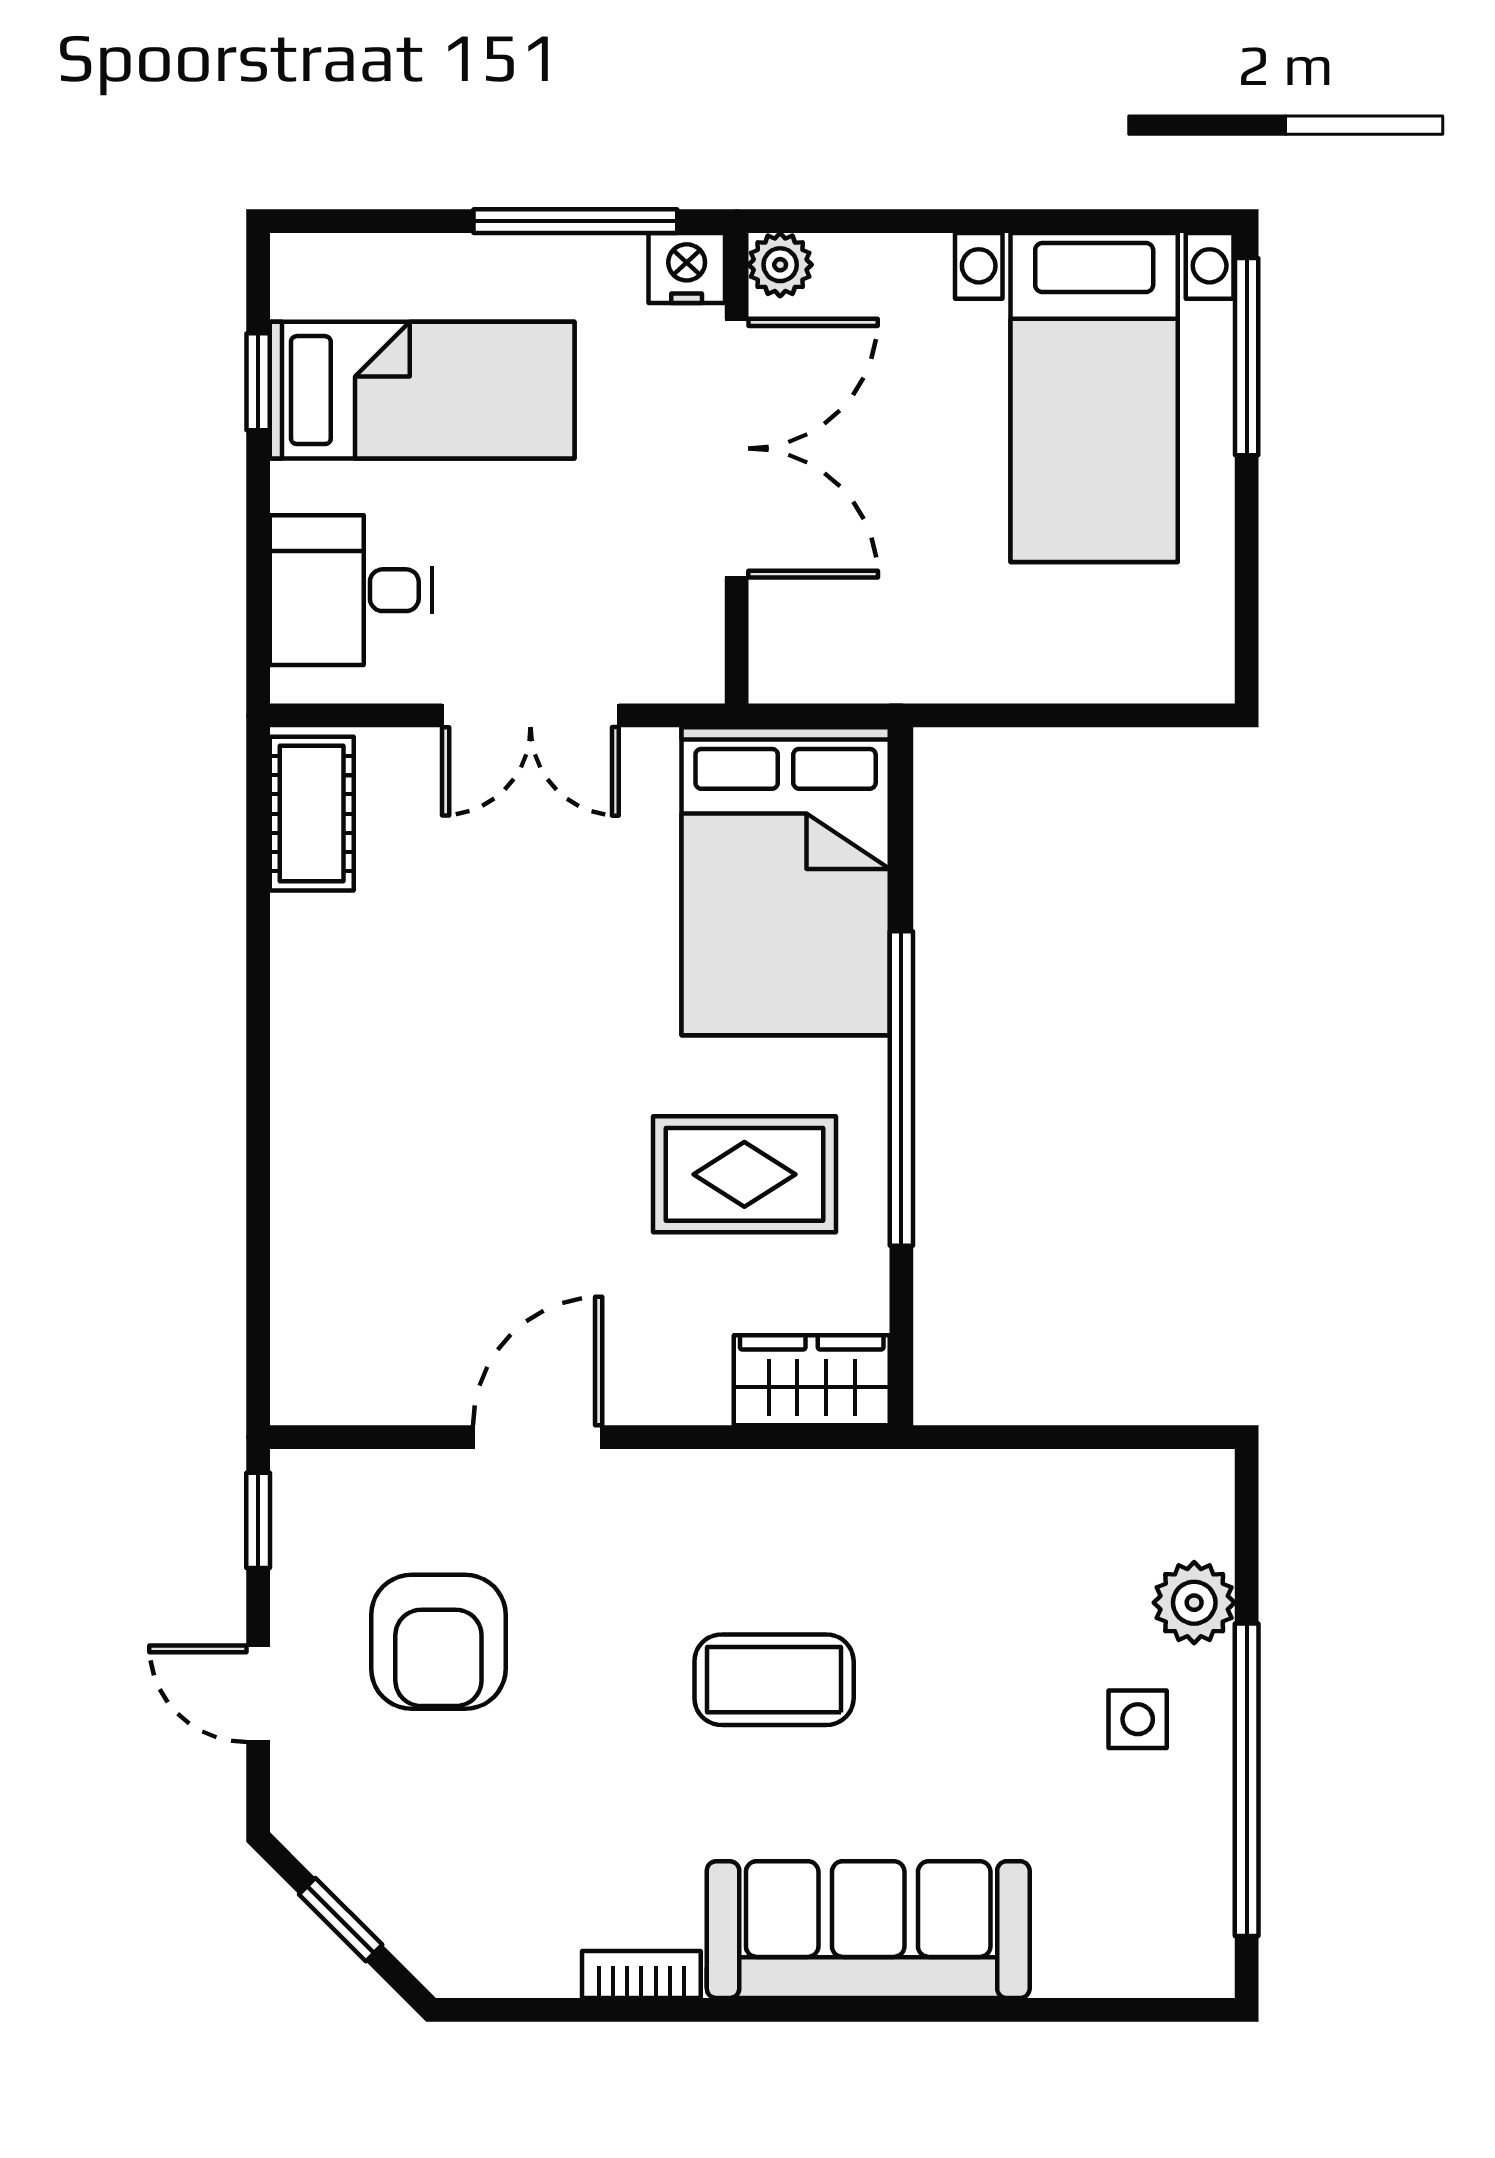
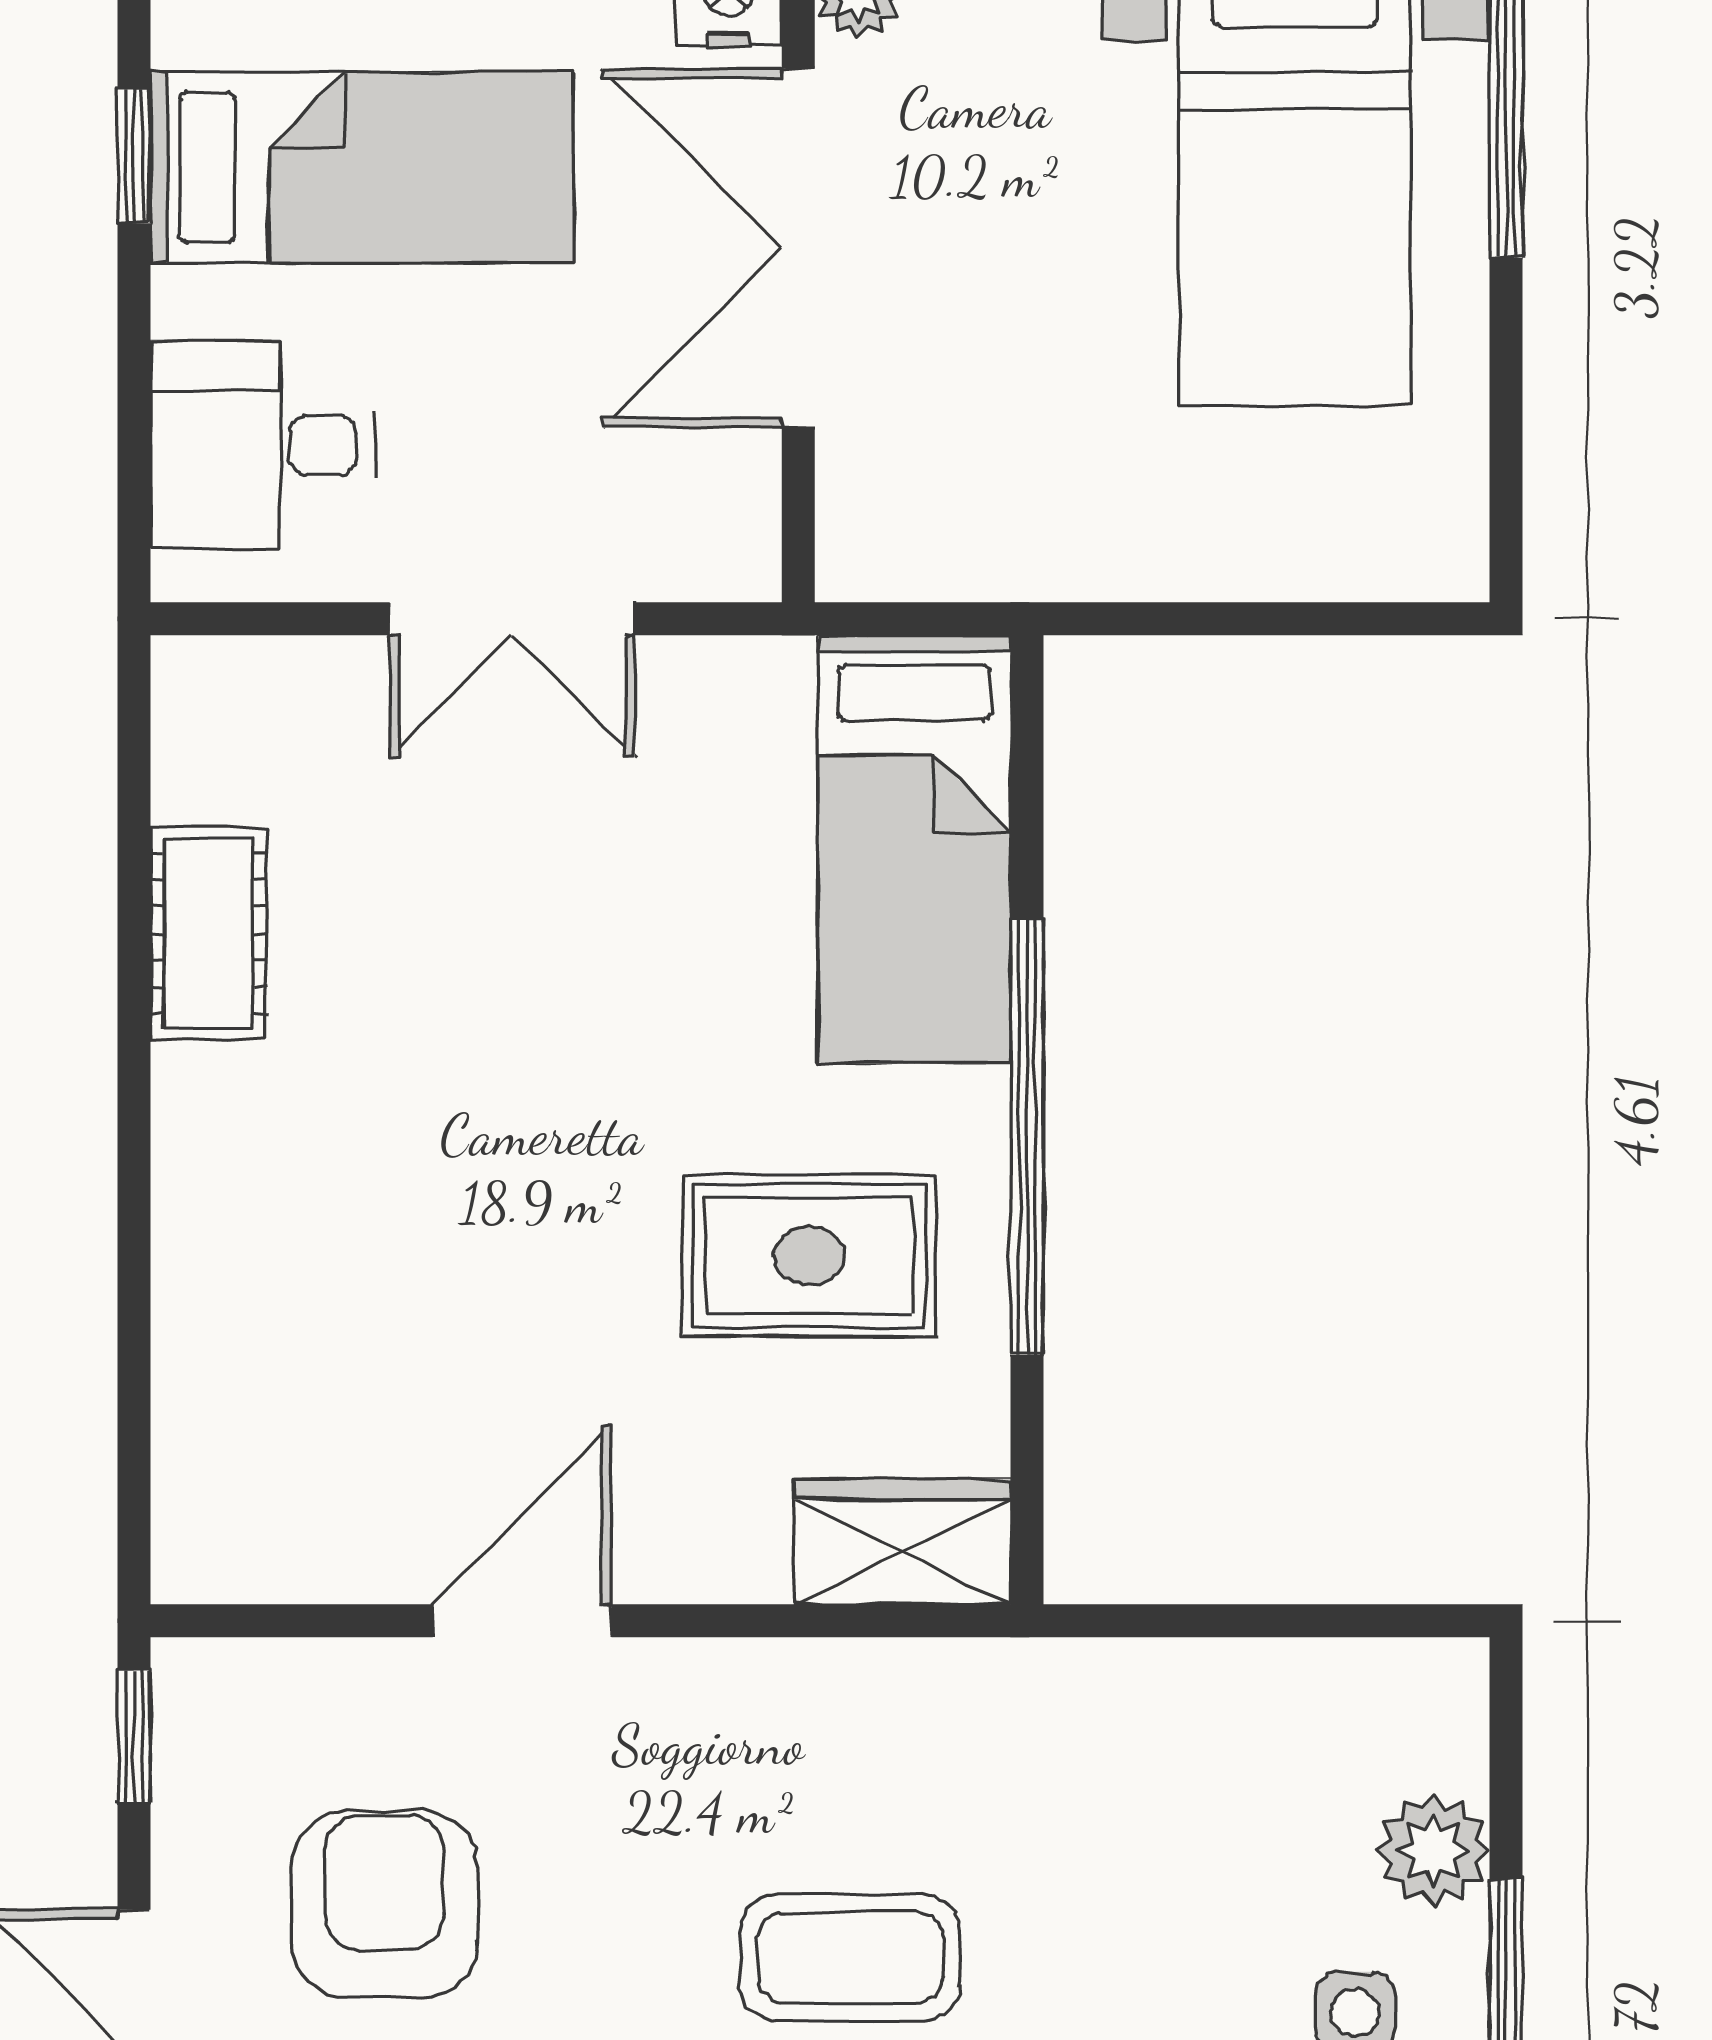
double door: (737, 448) -> (798, 248), swing flipped
cot: (312, 814) -> (208, 934), moved
bed: (786, 881) -> (914, 849), width x0.67
armchair: (438, 1642) -> (384, 1905), turned 180

